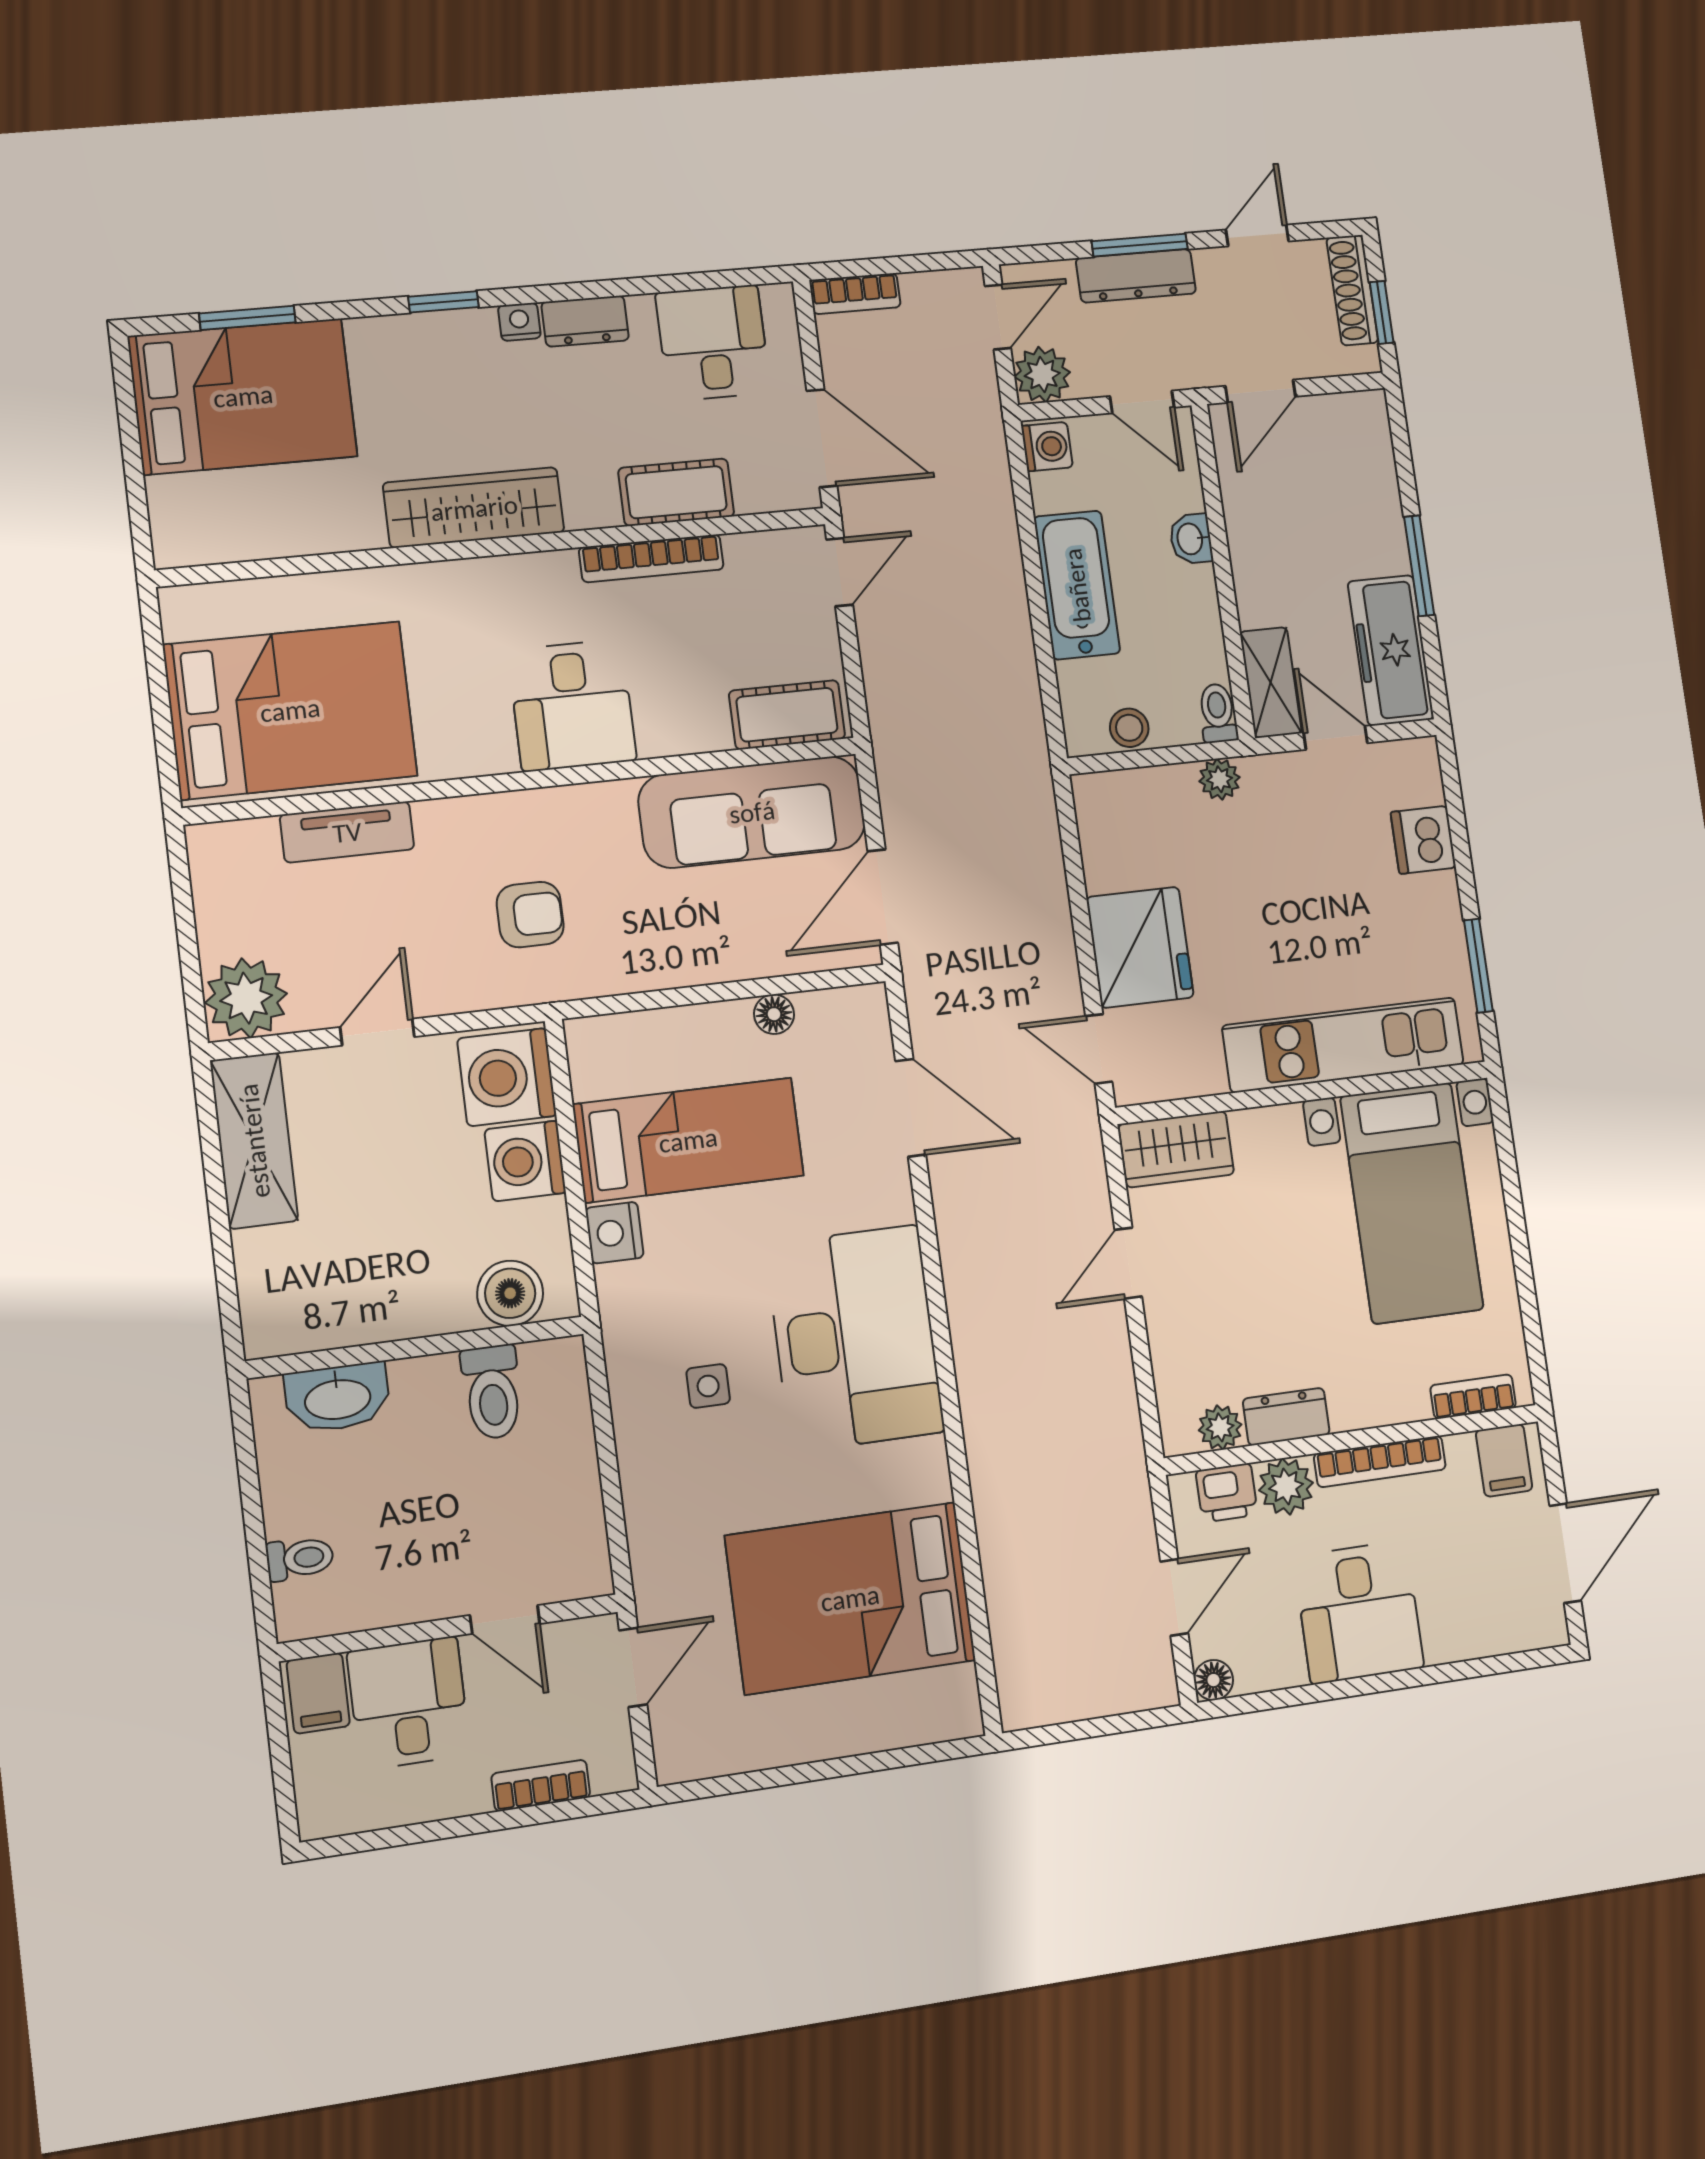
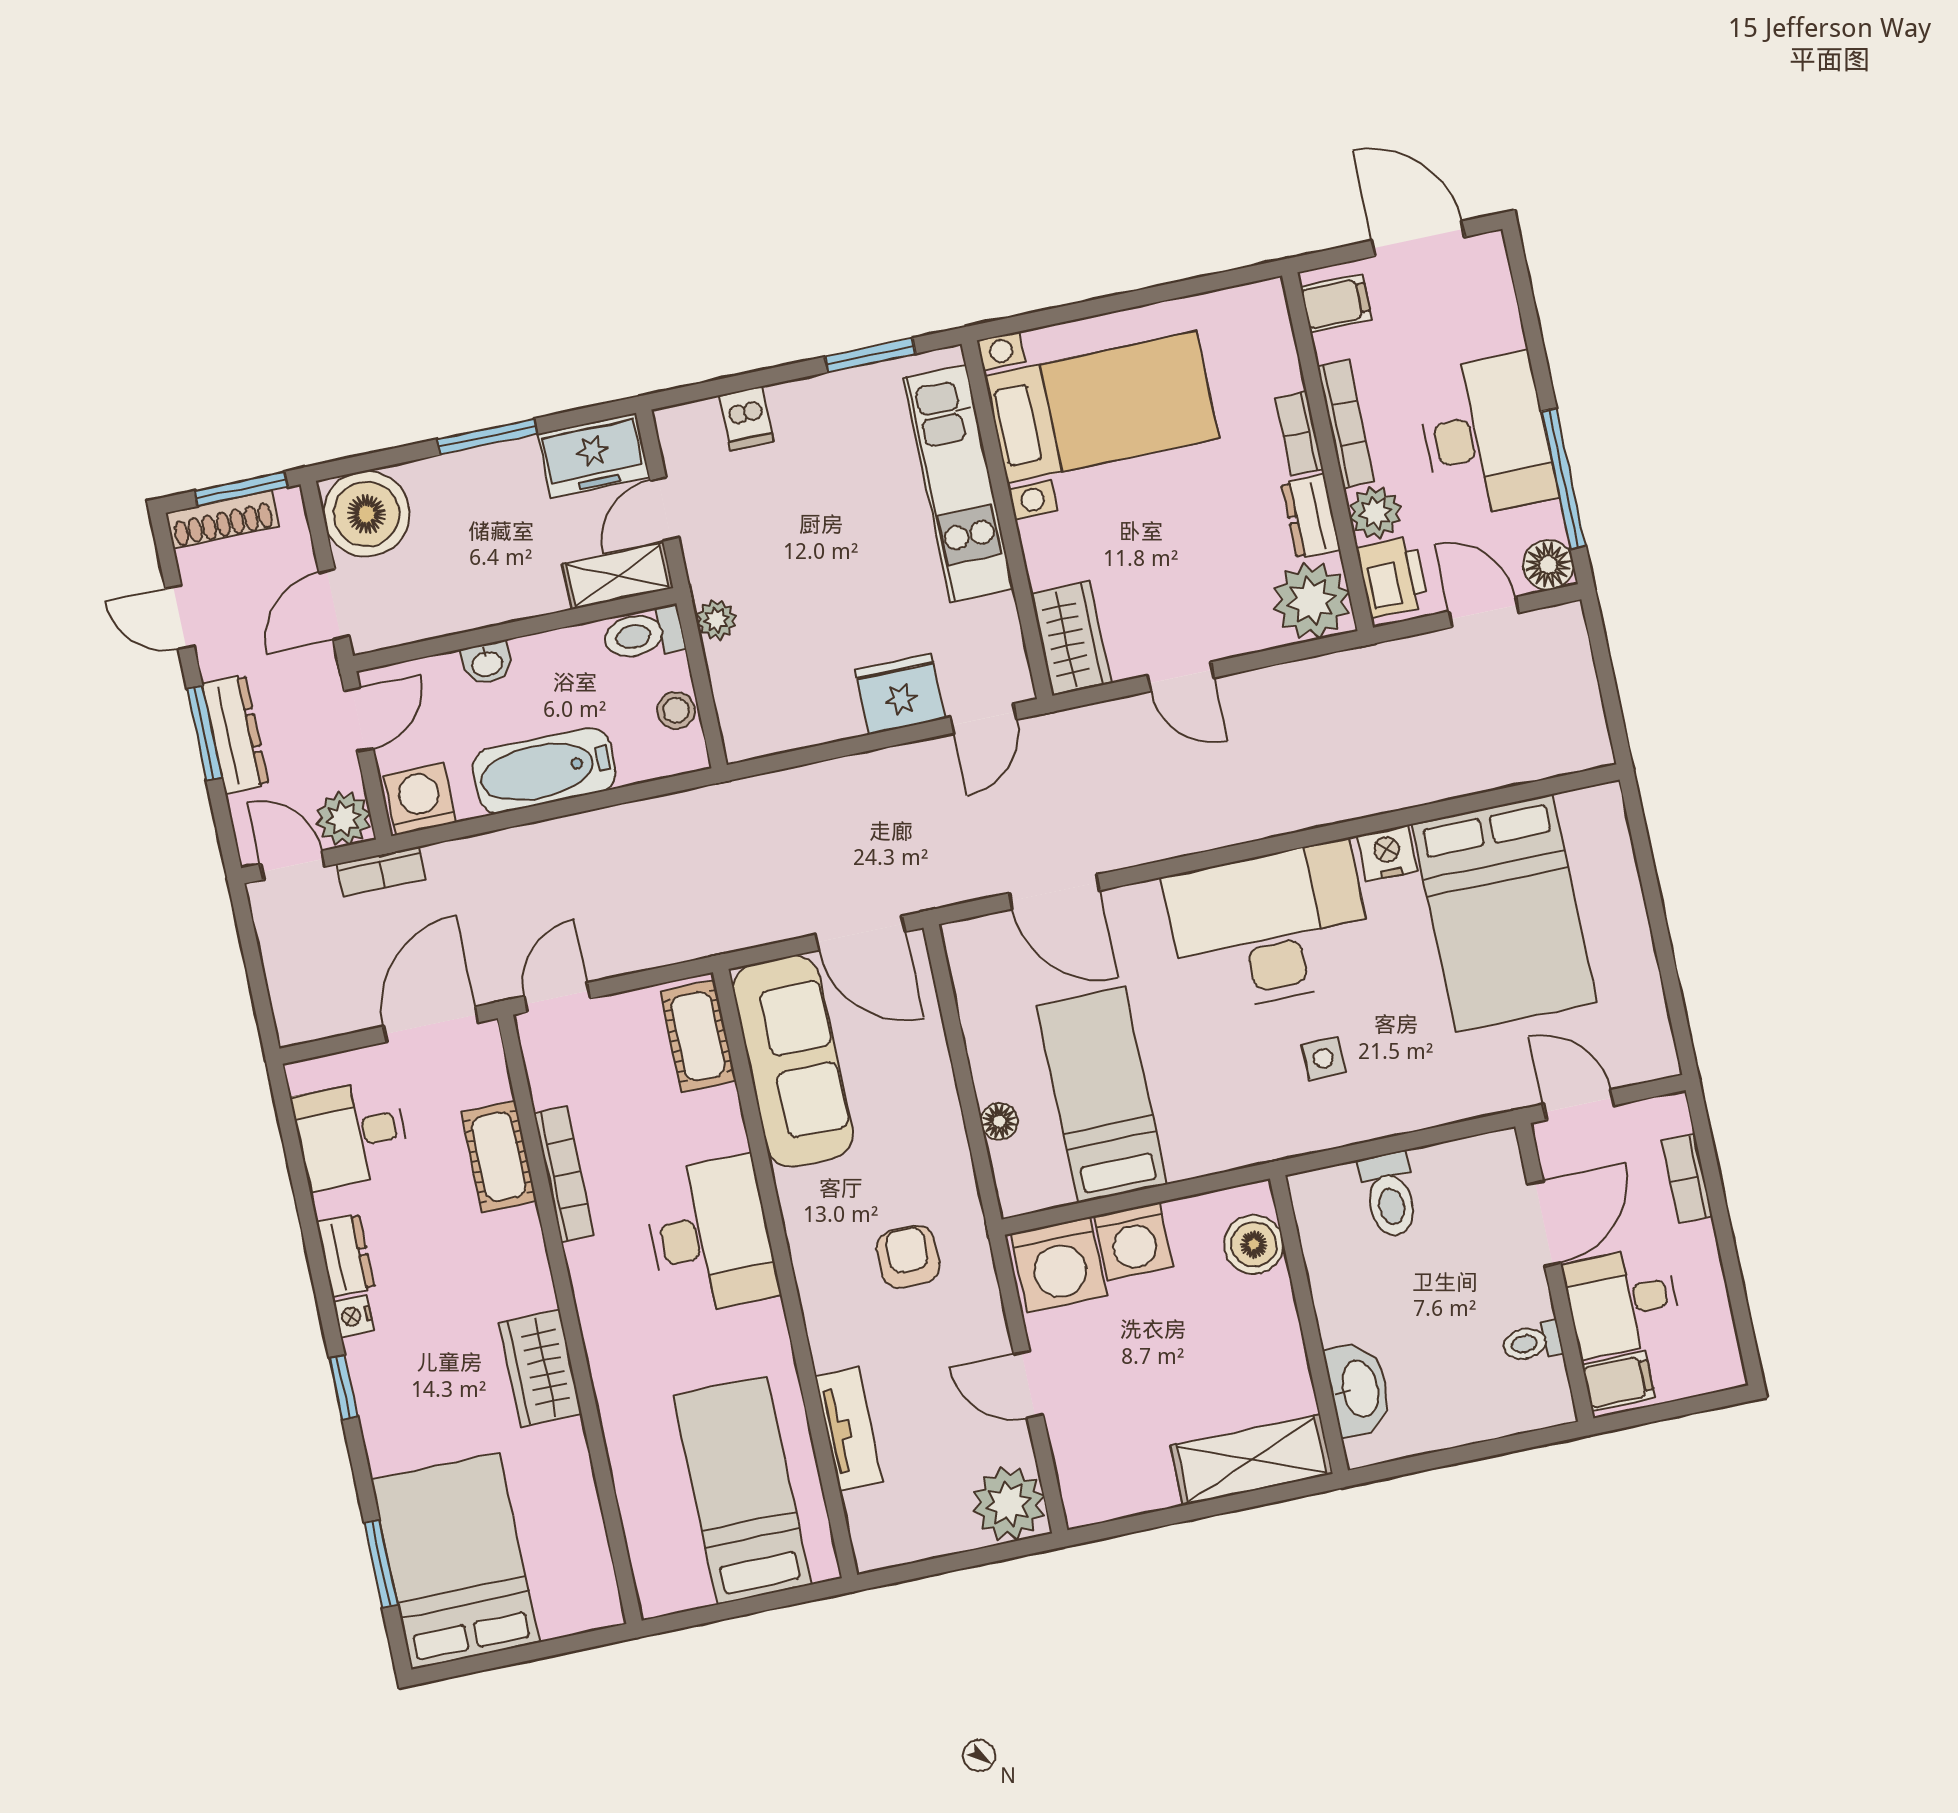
bookcase: (855, 294) -> (381, 871), moved, turned 90
window: (1382, 312) -> (241, 489), width x1.50
door: (1261, 391) -> (334, 604), swing flipped
boiler: (1349, 435) -> (367, 514), added
washing machine: (1047, 447) -> (420, 799), width x1.38, depth x1.38
wardrobe: (474, 508) -> (540, 1368), width x0.67
door: (840, 572) -> (557, 997), hinge flipped
freezer: (1391, 650) -> (593, 456), width x0.71
desk: (572, 705) -> (710, 1236), width x1.37
bed: (290, 710) -> (742, 1490), width x0.67
toilet: (1218, 713) -> (644, 634), width x1.37, depth x1.39
dishwasher: (1423, 840) -> (746, 418), width x0.73
fridge: (1140, 947) -> (900, 694), width x0.73, depth x0.75
floor lamp: (774, 1014) -> (999, 1121), moved
door: (911, 1108) -> (1054, 892), swing flipped
shelving: (254, 1141) -> (1252, 1460), moved
nightstand: (614, 1233) -> (1387, 853), moved, turned 180
toilet: (492, 1392) -> (1389, 1195), moved, turned 90
bookcase: (1473, 1397) -> (1299, 433), moved
plant: (1220, 1427) -> (1312, 601), width x1.87, depth x1.87
printer: (1227, 1493) -> (1393, 577), width x1.36, depth x1.24
toilet: (300, 1558) -> (1532, 1342), moved, turned -90
desk: (1359, 1612) -> (1486, 436), width x1.37
door: (505, 1620) -> (1544, 1223), width x1.38
floor lamp: (1213, 1680) -> (1548, 565), width x1.37, depth x1.37
window: (1309, 1694) -> (1564, 478), added

